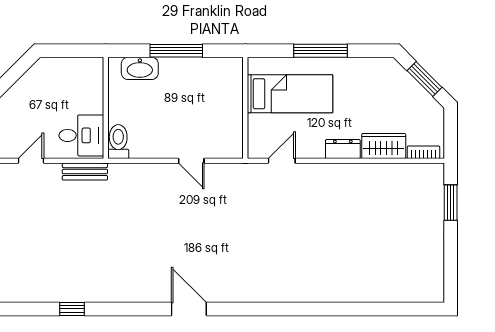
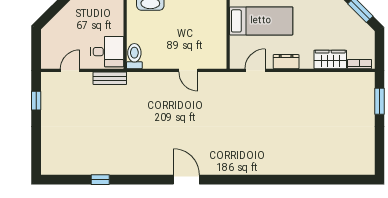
dresser: (343, 149) -> (286, 62), moved

